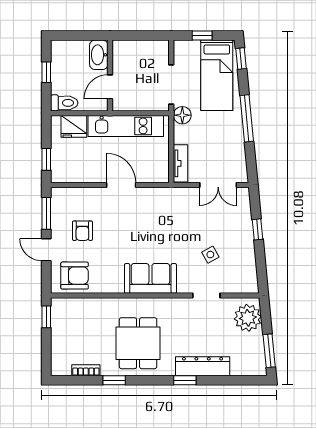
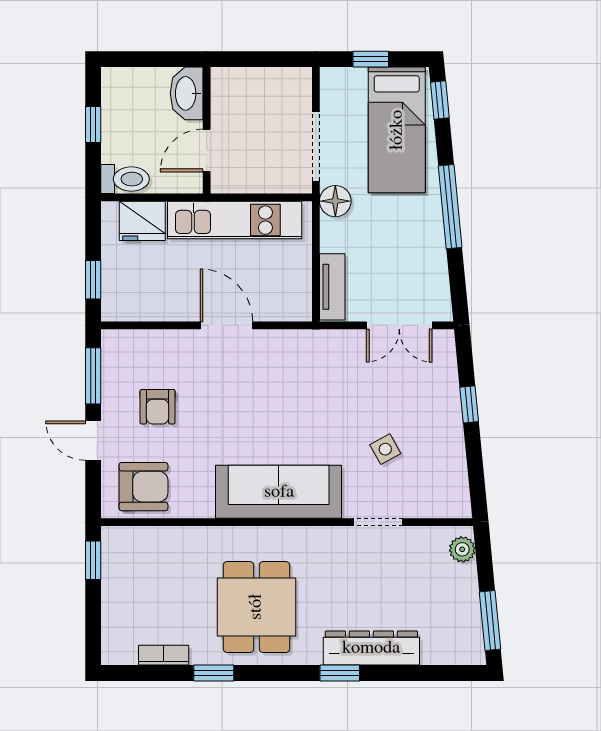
sofa: (150, 278) -> (279, 492), width x1.36
plant: (248, 318) -> (462, 549), width x0.53, depth x0.53

